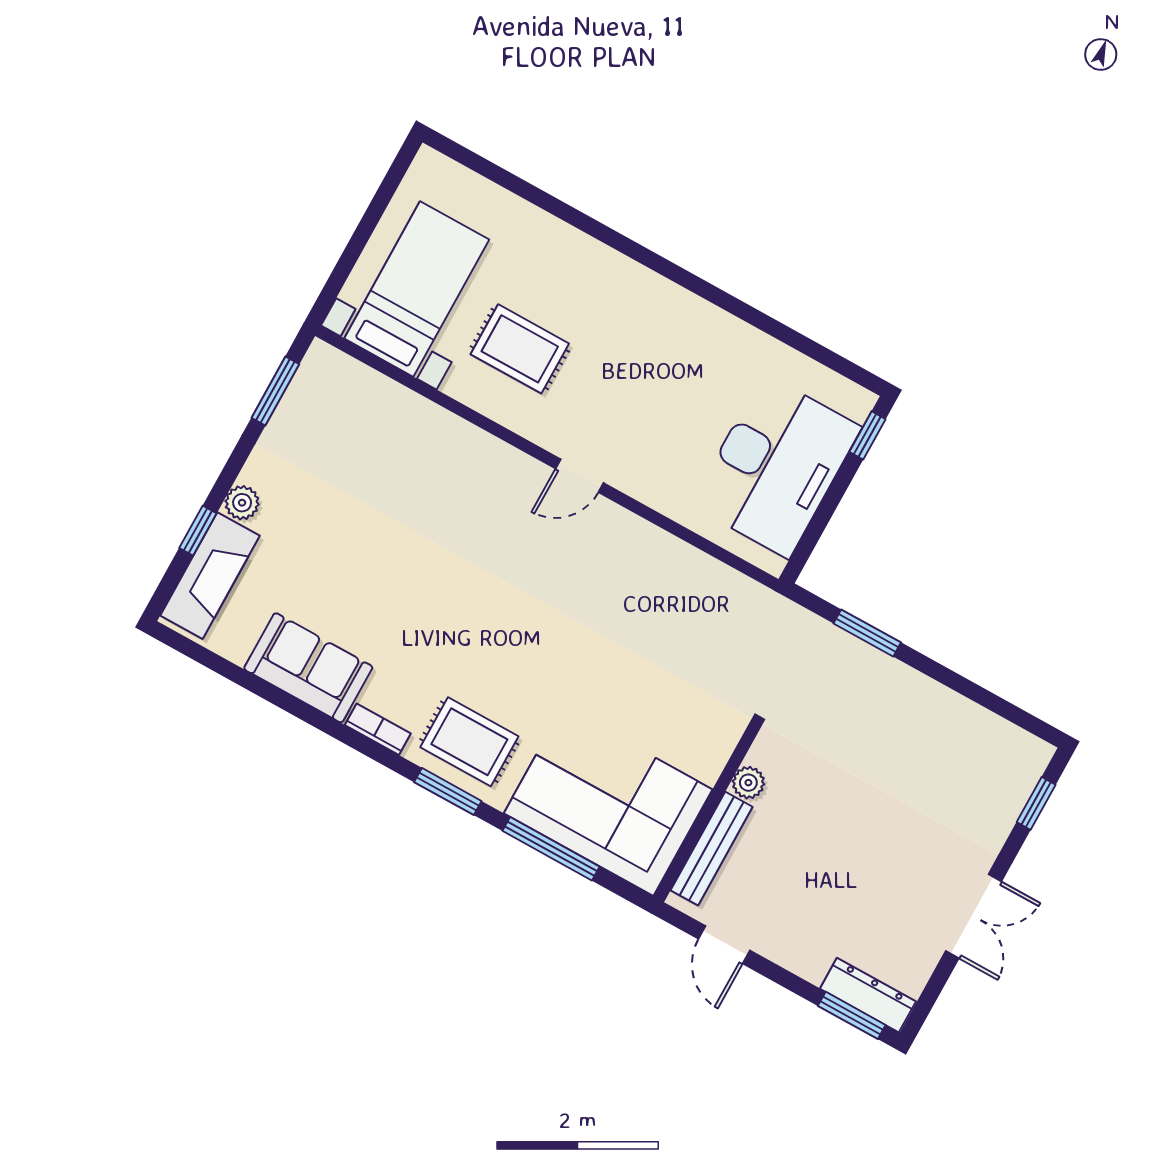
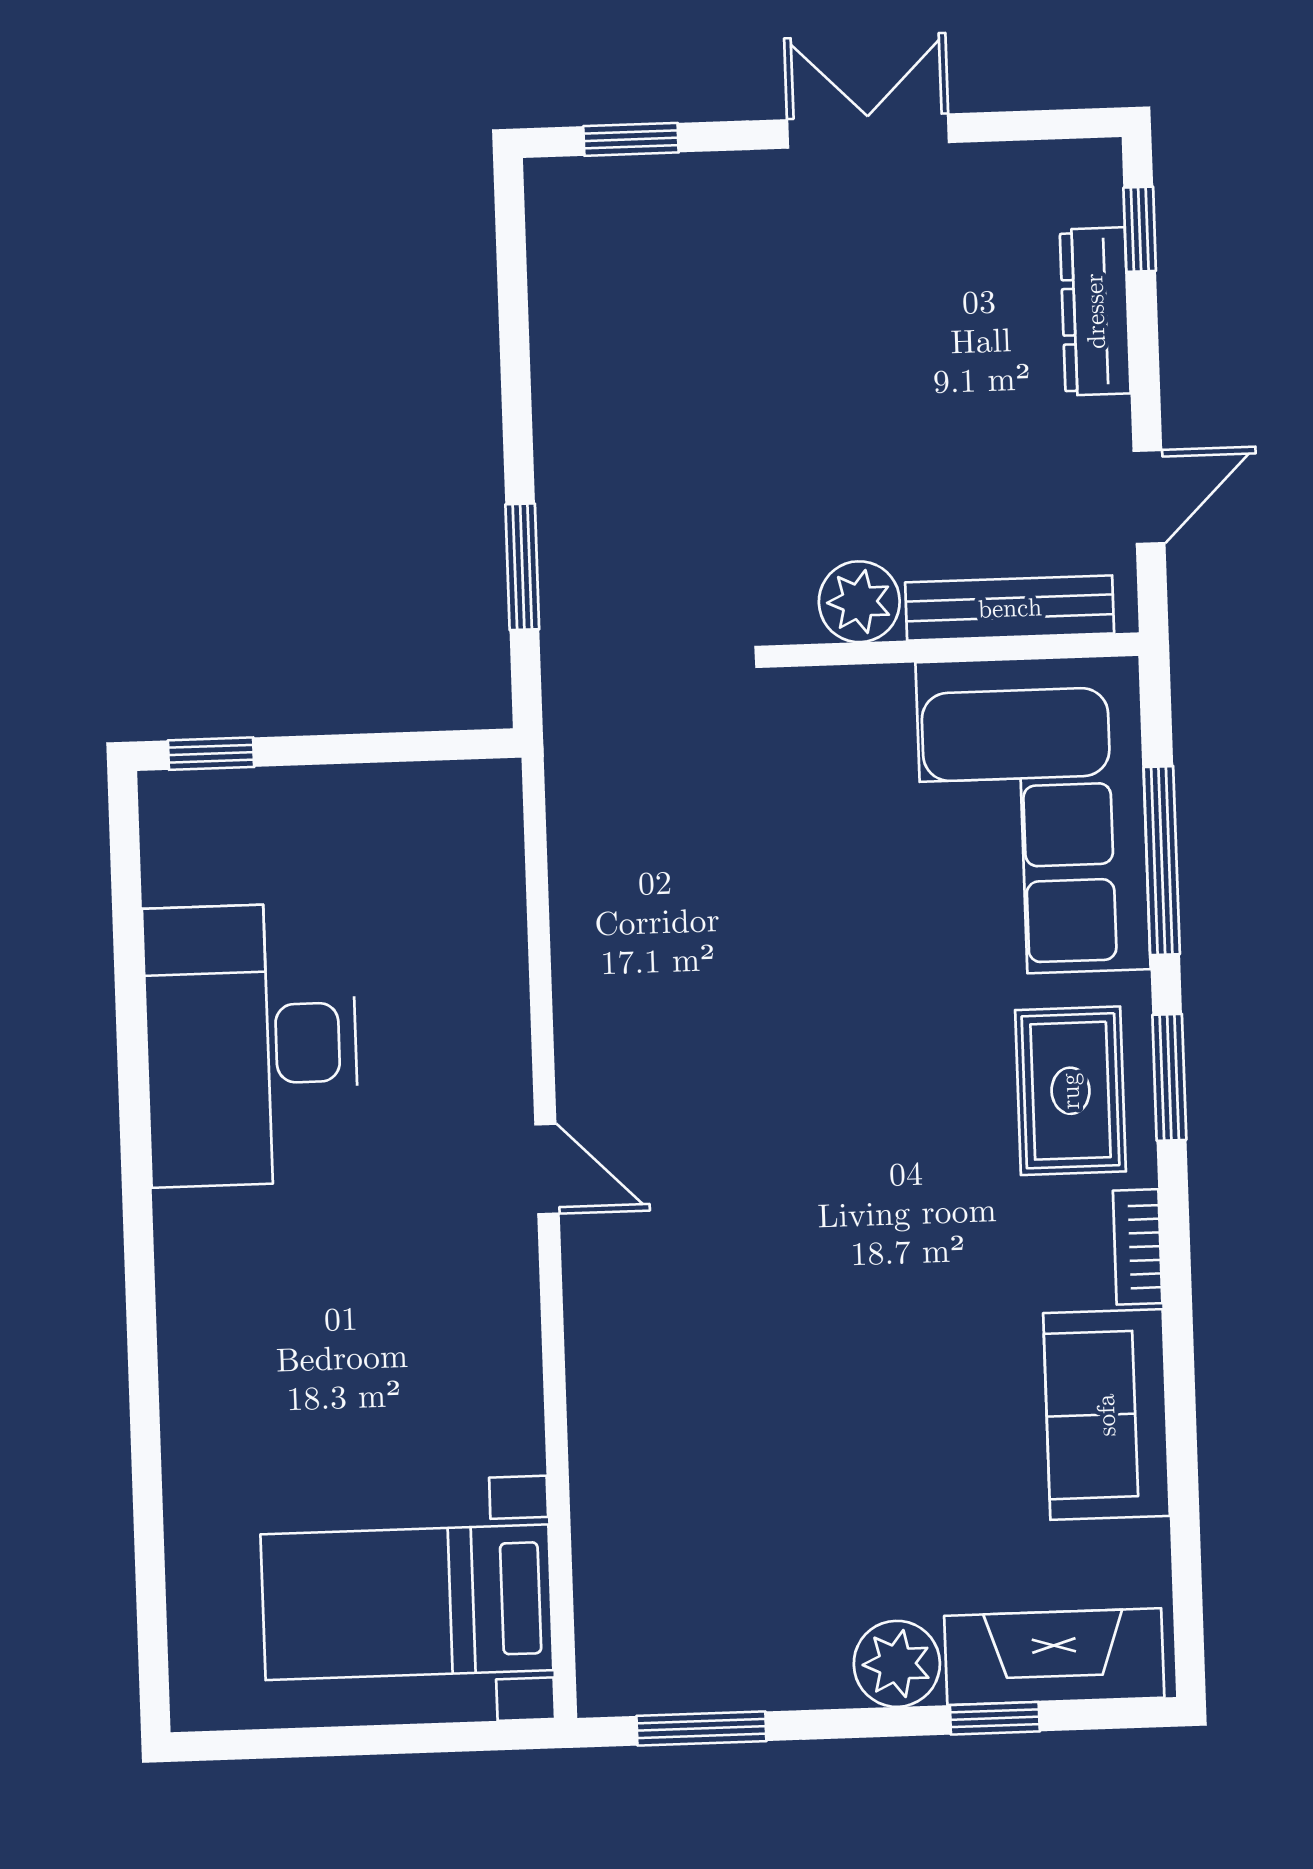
rug: (520, 349) -> (404, 1383), removed
desk: (776, 466) -> (251, 1045), moved, turned -90
plant: (242, 503) -> (897, 1664), width x1.38, depth x1.38
plant: (748, 783) -> (859, 602), width x1.38, depth x1.38
dresser: (868, 995) -> (1095, 311), moved
window: (852, 1015) -> (1140, 229), width x0.67

